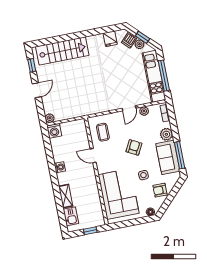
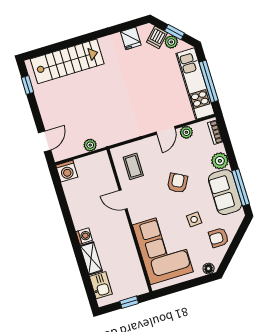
door: (37, 90) -> (45, 141), moved
plant: (50, 118) -> (90, 145), moved
washing machine: (60, 167) -> (84, 236), moved

